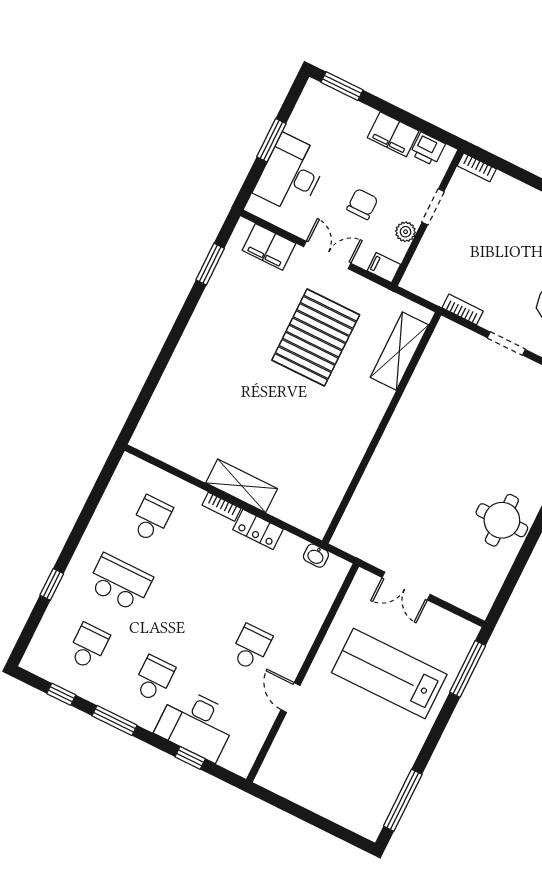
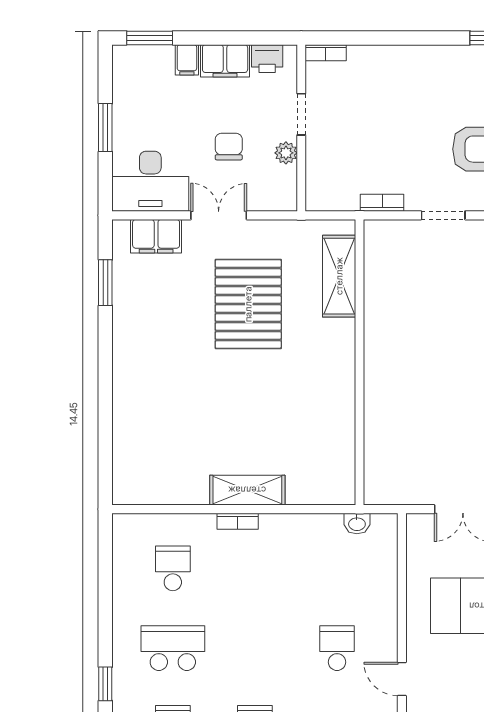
desk: (291, 174) -> (150, 181), moved, turned -90
filing cabinet: (384, 268) -> (187, 60), moved, turned -90
locker: (258, 529) -> (286, 526), removed

